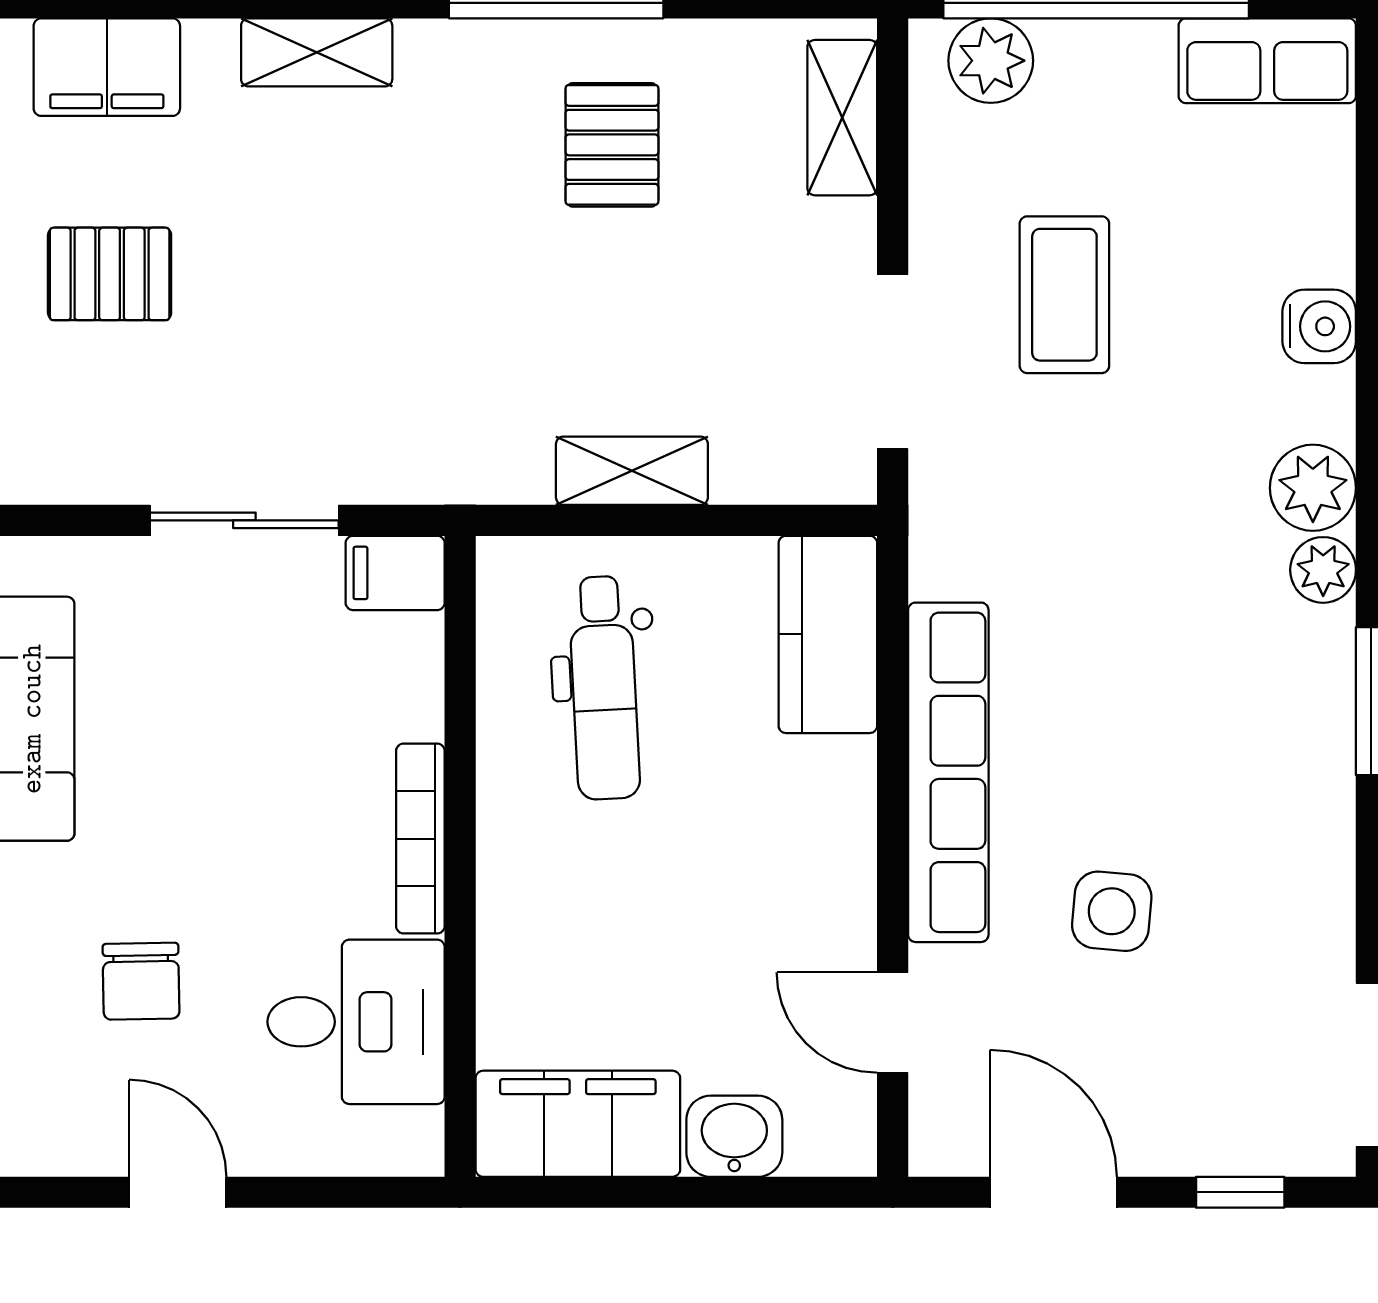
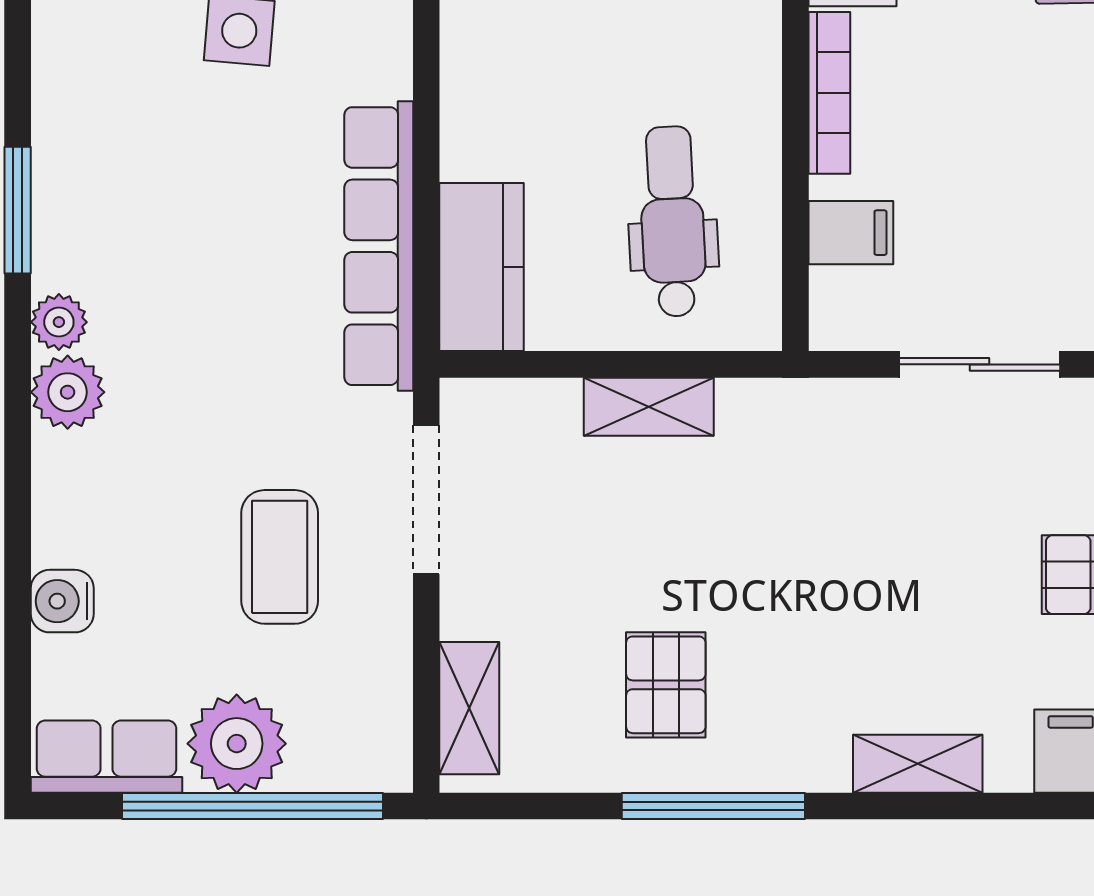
plant: (991, 61) -> (237, 744), moved, width x1.36, depth x1.36
water cooler: (1319, 326) -> (62, 601), moved
filing cabinet: (395, 573) -> (851, 233), moved
row of seats: (948, 772) -> (379, 246), moved

